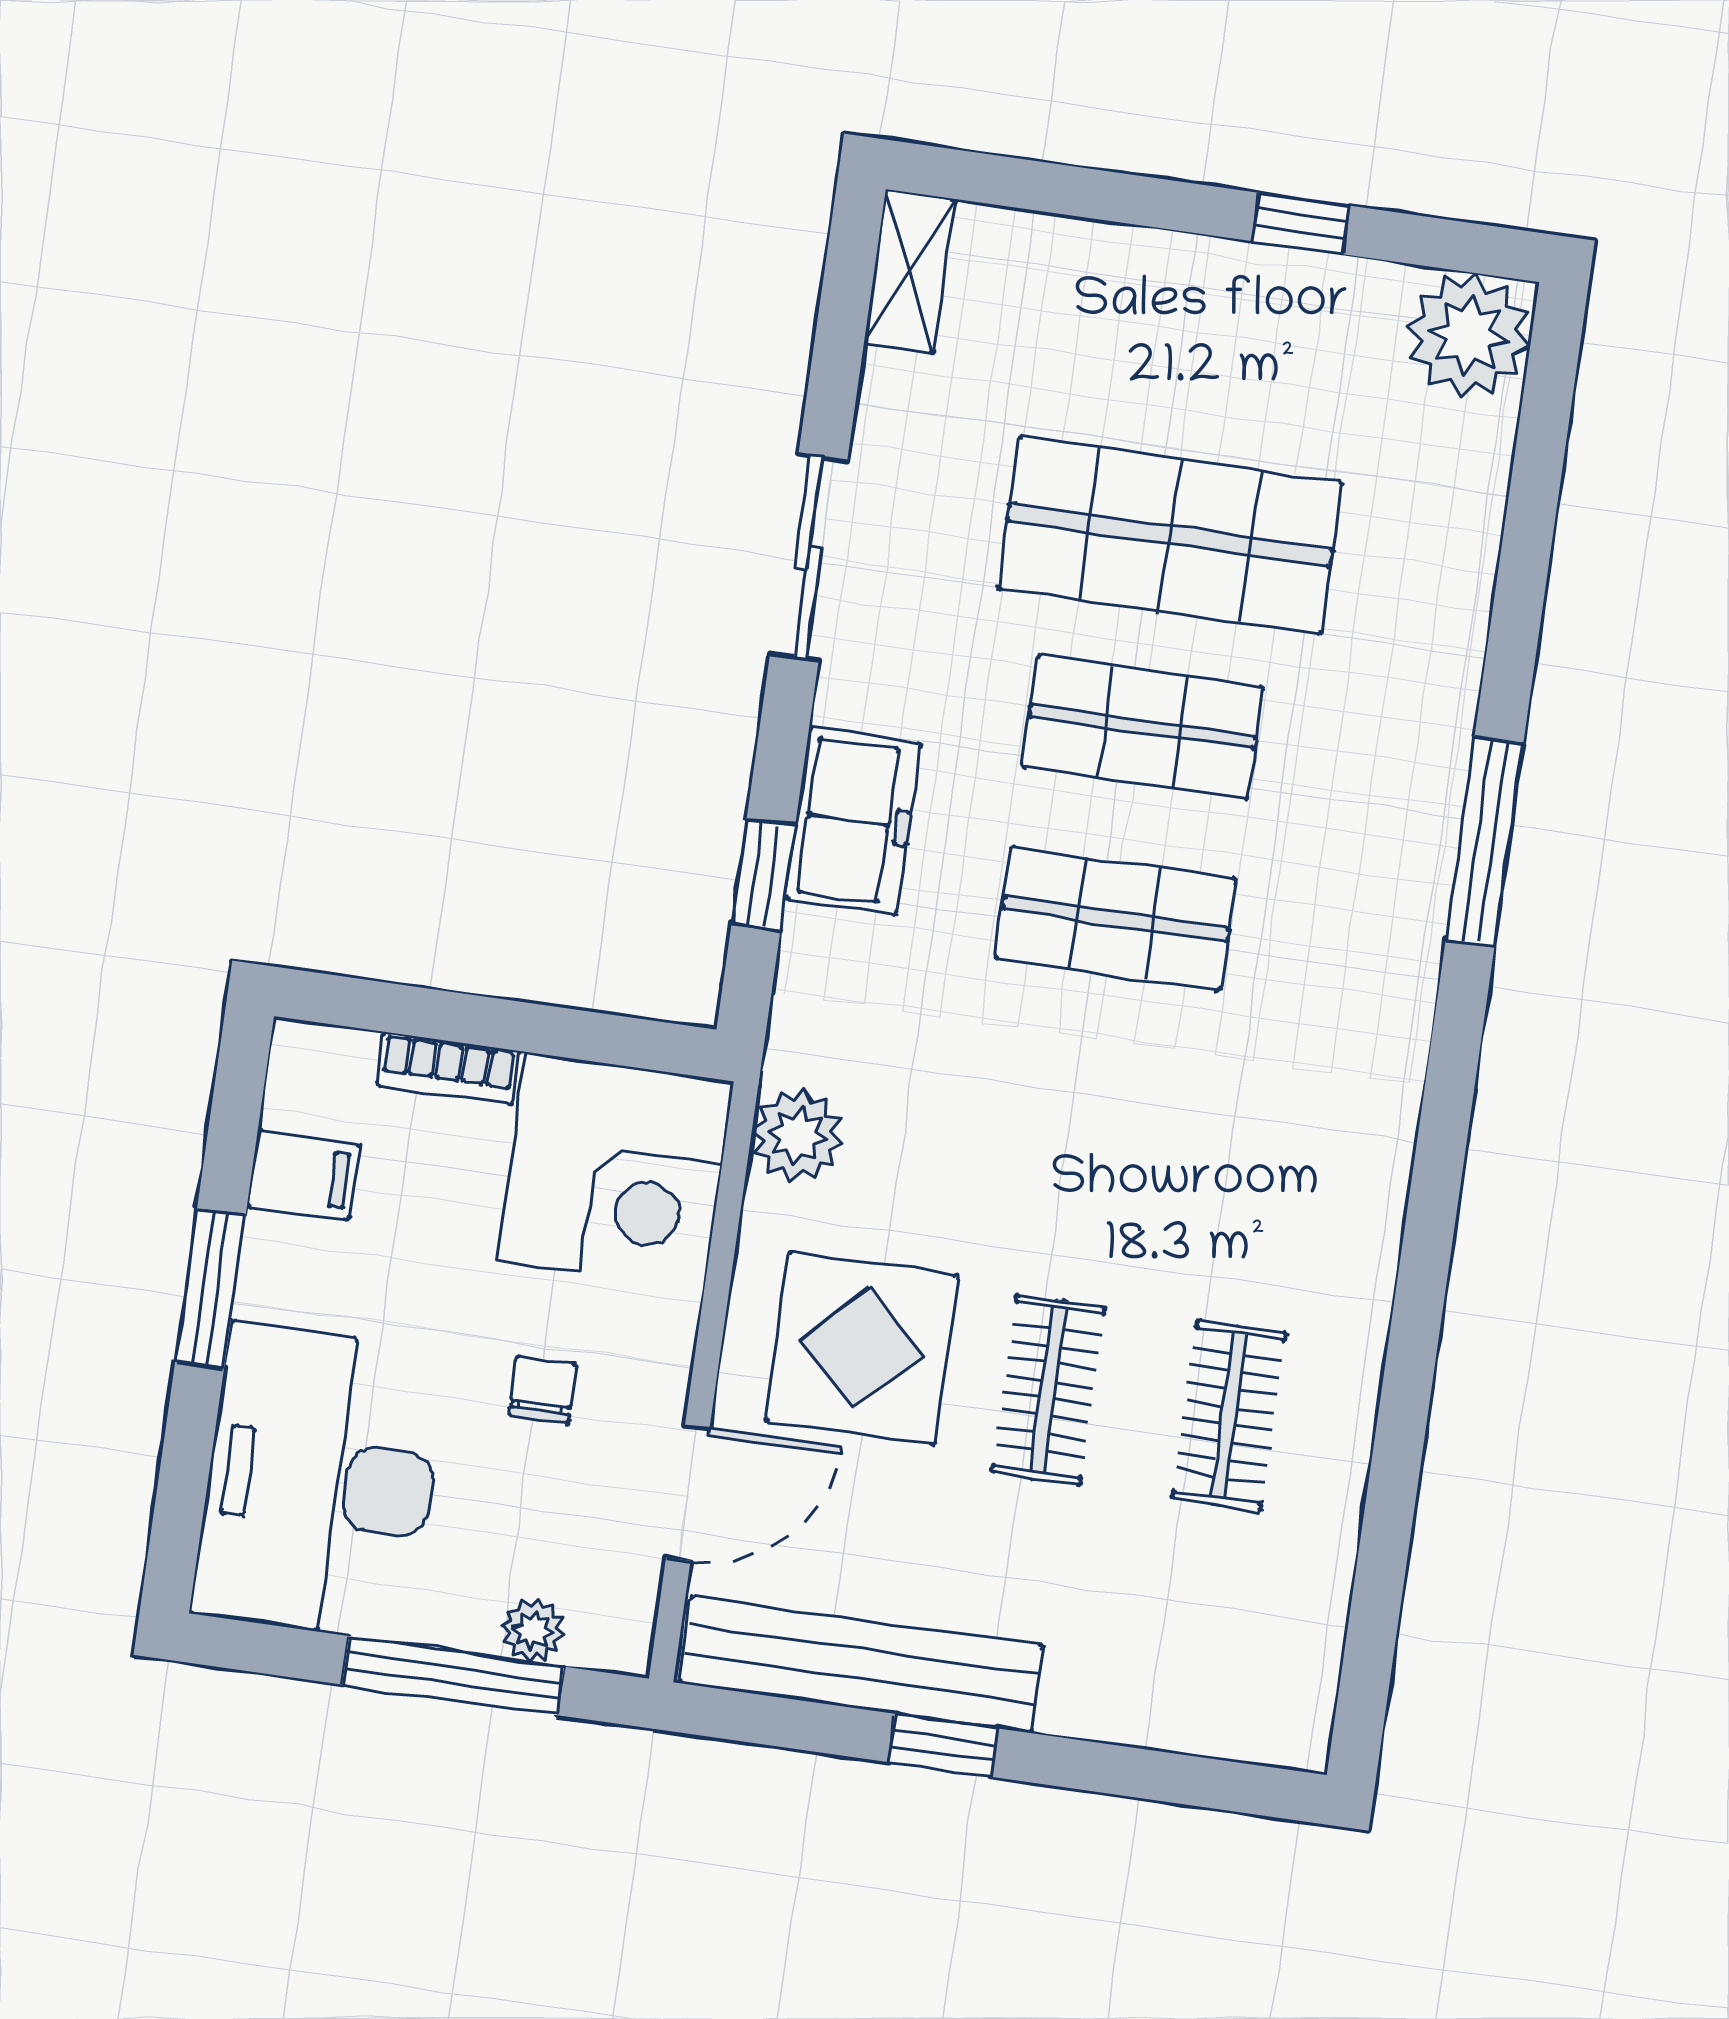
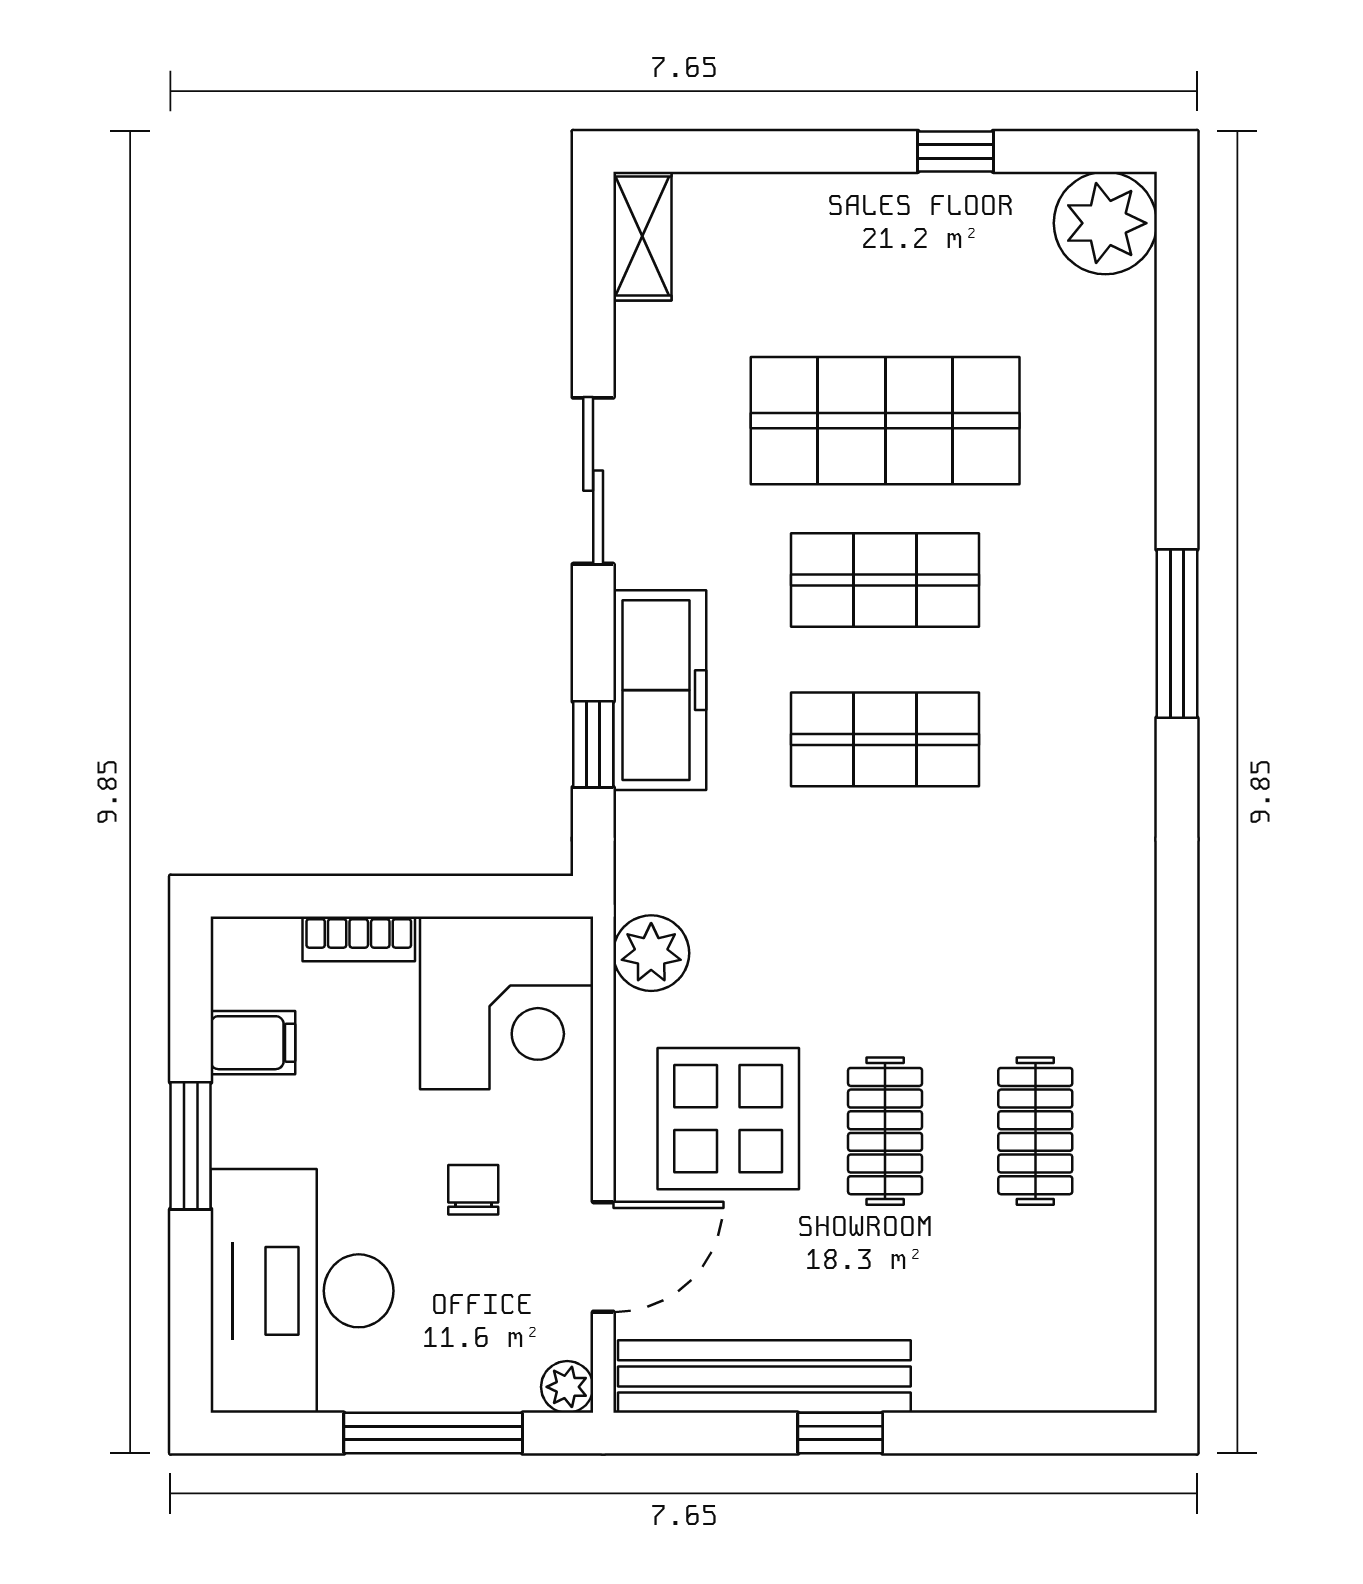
freezer: (853, 821) -> (660, 690), width x1.40
plant: (533, 1630) -> (567, 1387), moved

